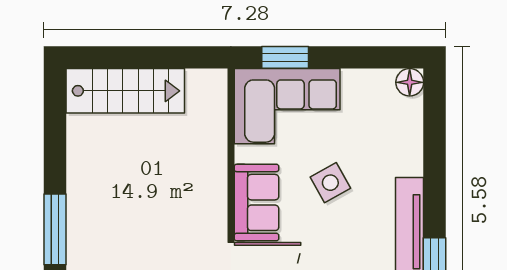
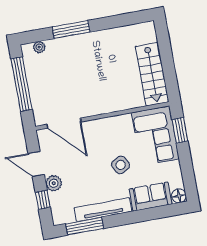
stairs: (125, 91) -> (152, 74), moved
sofa: (256, 202) -> (151, 197), moved, turned 180

